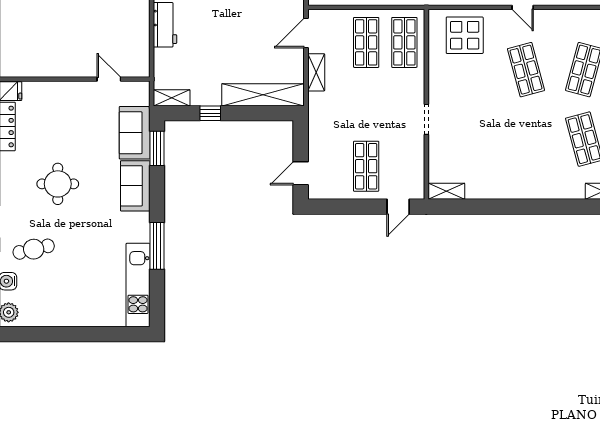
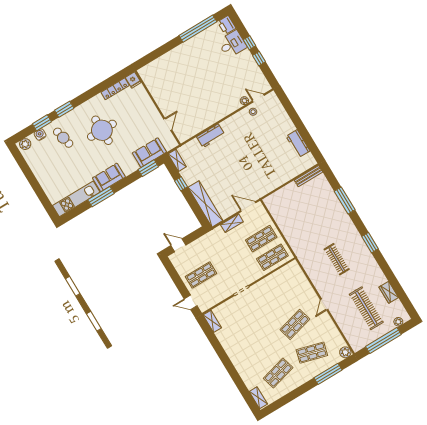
display table: (465, 35) -> (294, 284), removed
round table: (58, 184) -> (102, 130), width x1.36, depth x1.36
sofa: (135, 186) -> (109, 177), moved

